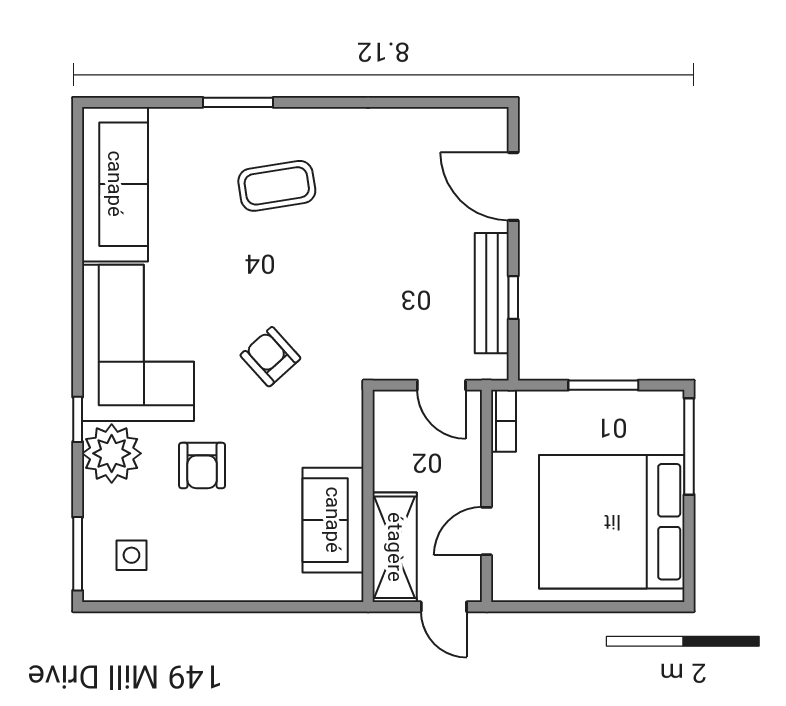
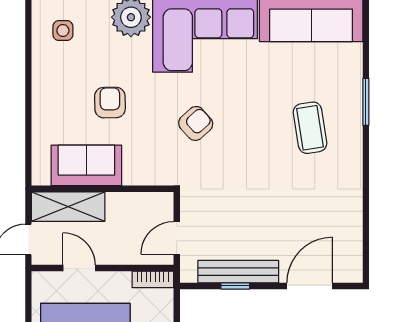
armchair: (202, 466) -> (110, 103), moved, turned 89

